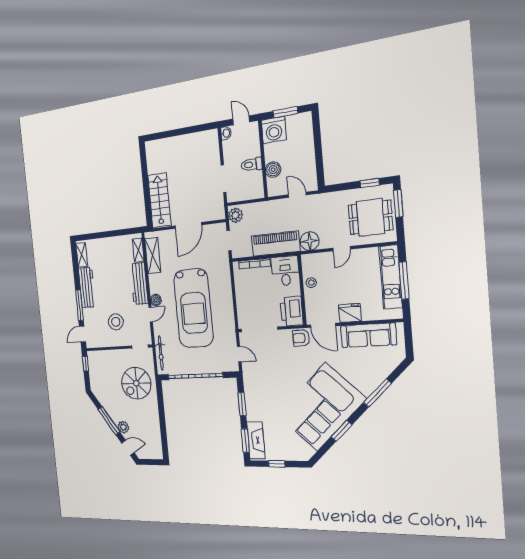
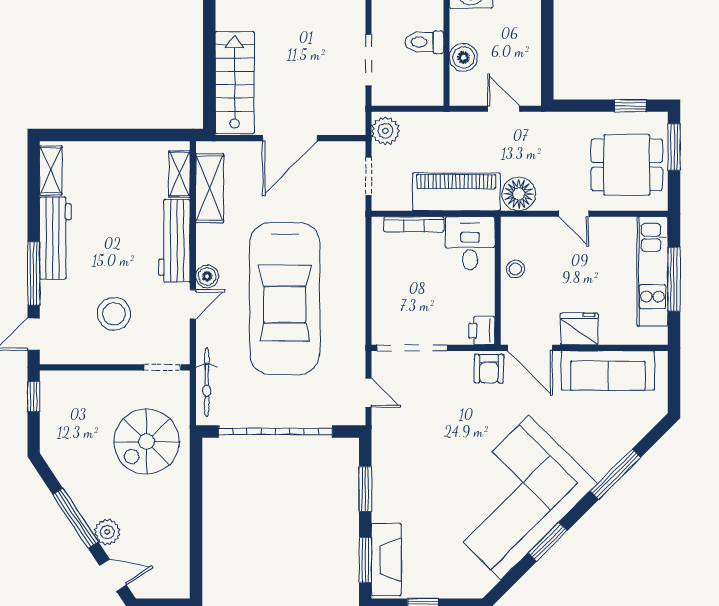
door: (342, 249) -> (574, 214), hinge flipped
printer: (292, 311) -> (482, 331), width x0.53, depth x0.68
armchair: (301, 338) -> (489, 369), turned -90

